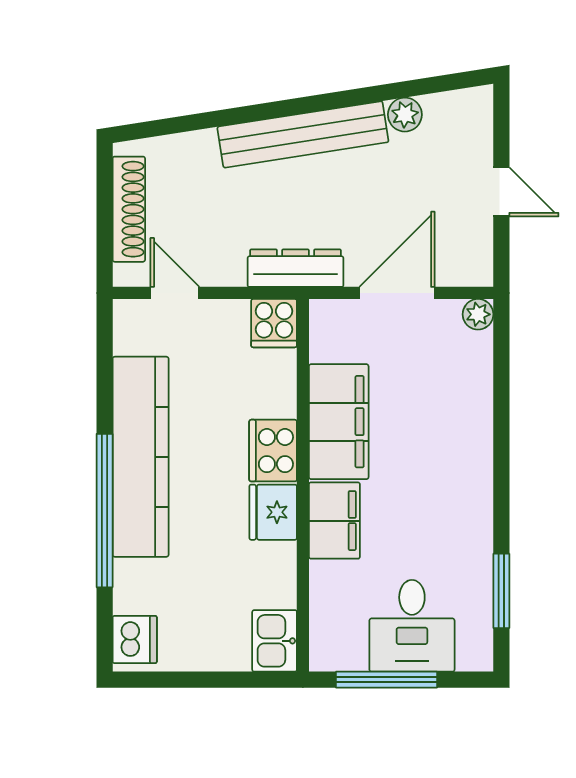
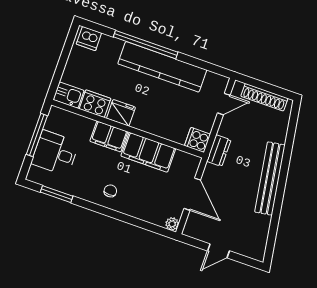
plant: (405, 115) -> (264, 223), removed
dresser: (295, 268) -> (219, 151), width x0.70
cooker: (273, 451) -> (95, 104), moved
chair: (453, 475) -> (110, 191), added

